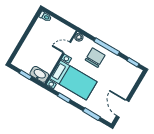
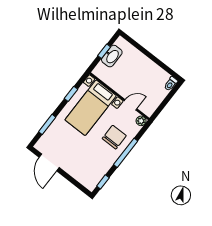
door: (67, 48) -> (130, 105), hinge flipped
chair: (95, 58) -> (114, 137), turned -90
washbasin: (39, 74) -> (112, 56), moved
door: (123, 109) -> (49, 162), swing flipped

